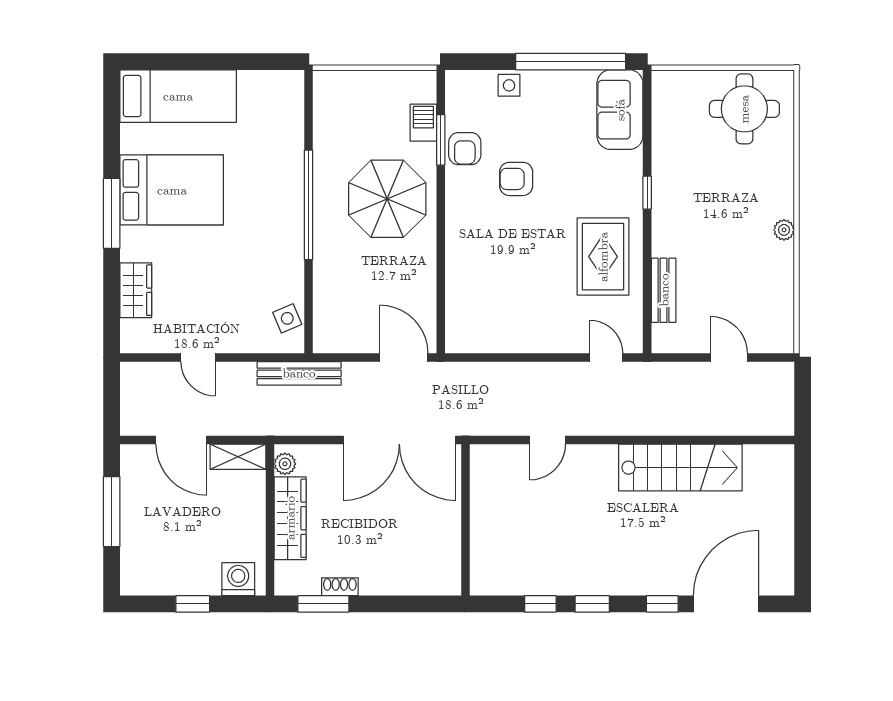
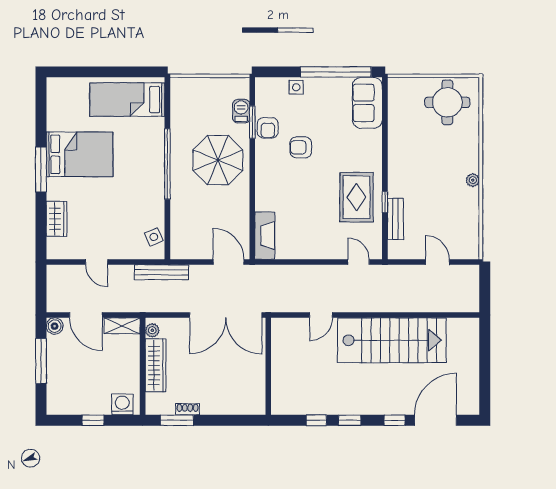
bed: (178, 96) -> (127, 100), moved, turned 180
window: (647, 193) -> (385, 202), moved
fireplace: (460, 316) -> (265, 236), added
boiler: (133, 457) -> (55, 326), added
stairs: (680, 468) -> (392, 340), width x1.36, depth x1.51

